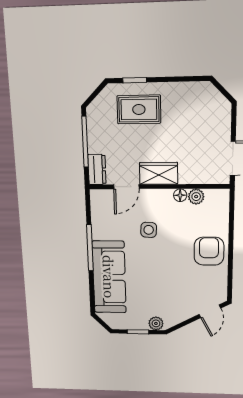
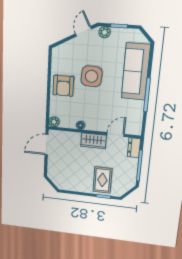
rug: (139, 109) -> (102, 180), turned 90
plant: (196, 197) -> (54, 122), moved
side table: (149, 230) -> (92, 76), moved, width x1.87, depth x1.87
door: (210, 311) -> (83, 31), moved

